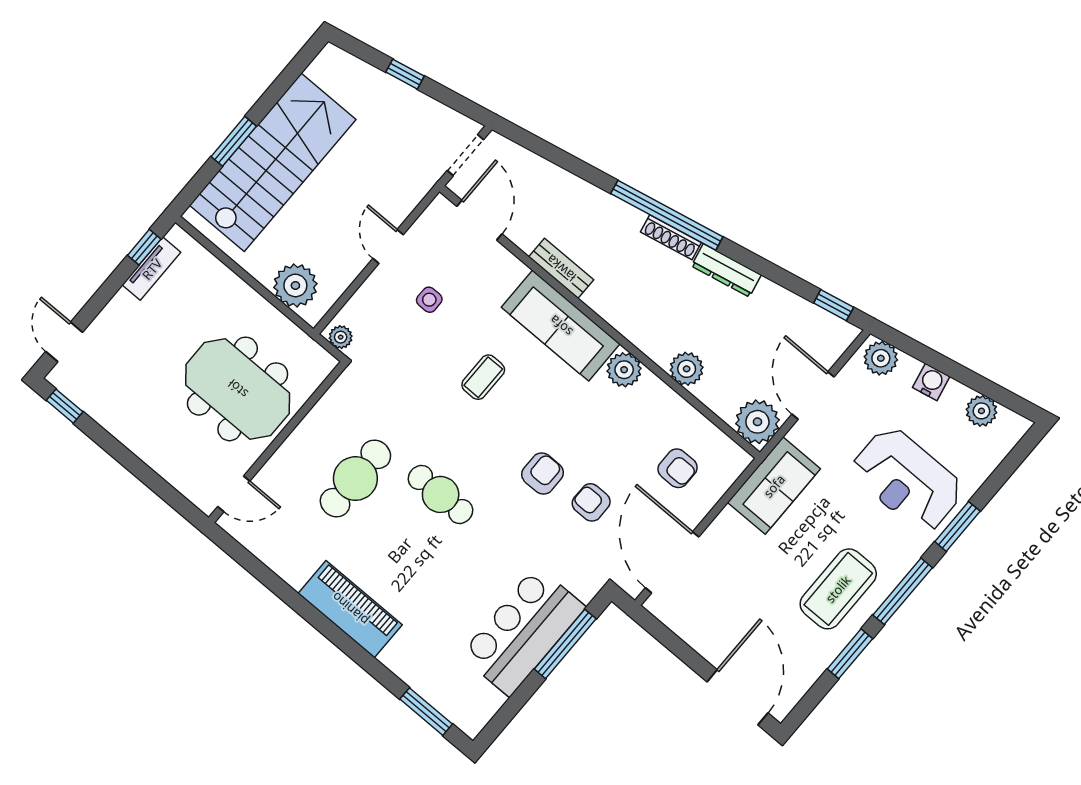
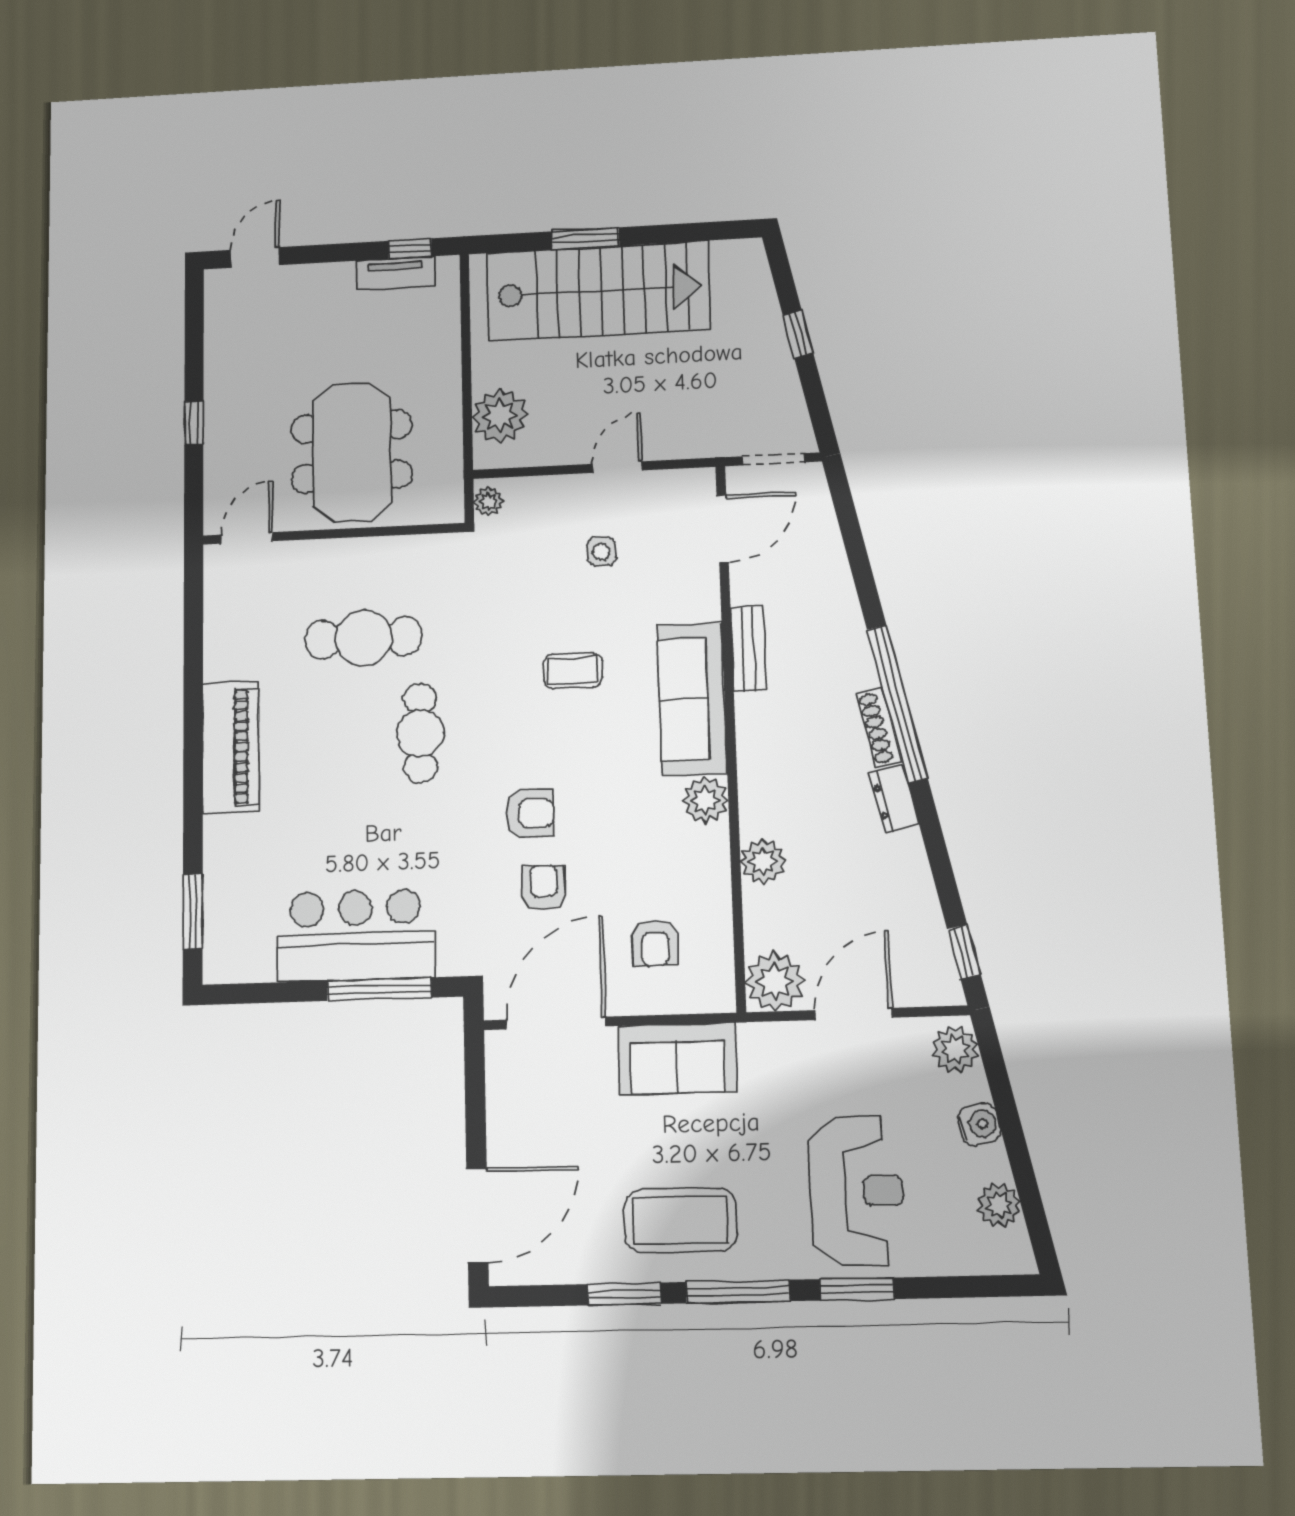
dresser: (726, 270) -> (894, 799), width x0.70
window: (65, 406) -> (194, 423), moved
reception desk: (907, 480) -> (857, 1191), turned 180
sofa: (774, 486) -> (677, 1059), moved
door: (234, 494) -> (247, 538), swing flipped

